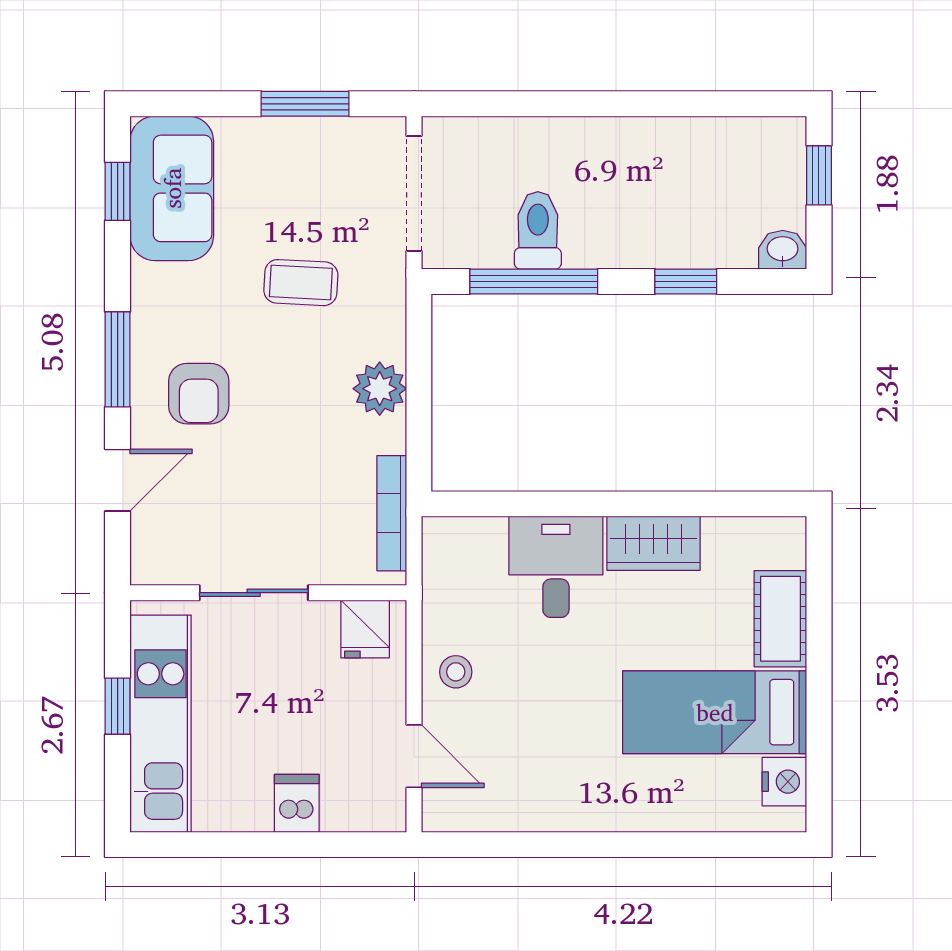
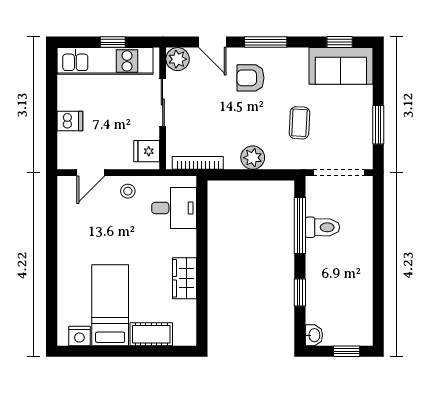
plant: (156, 559) -> (178, 59), added
desk: (556, 567) -> (174, 208), moved

